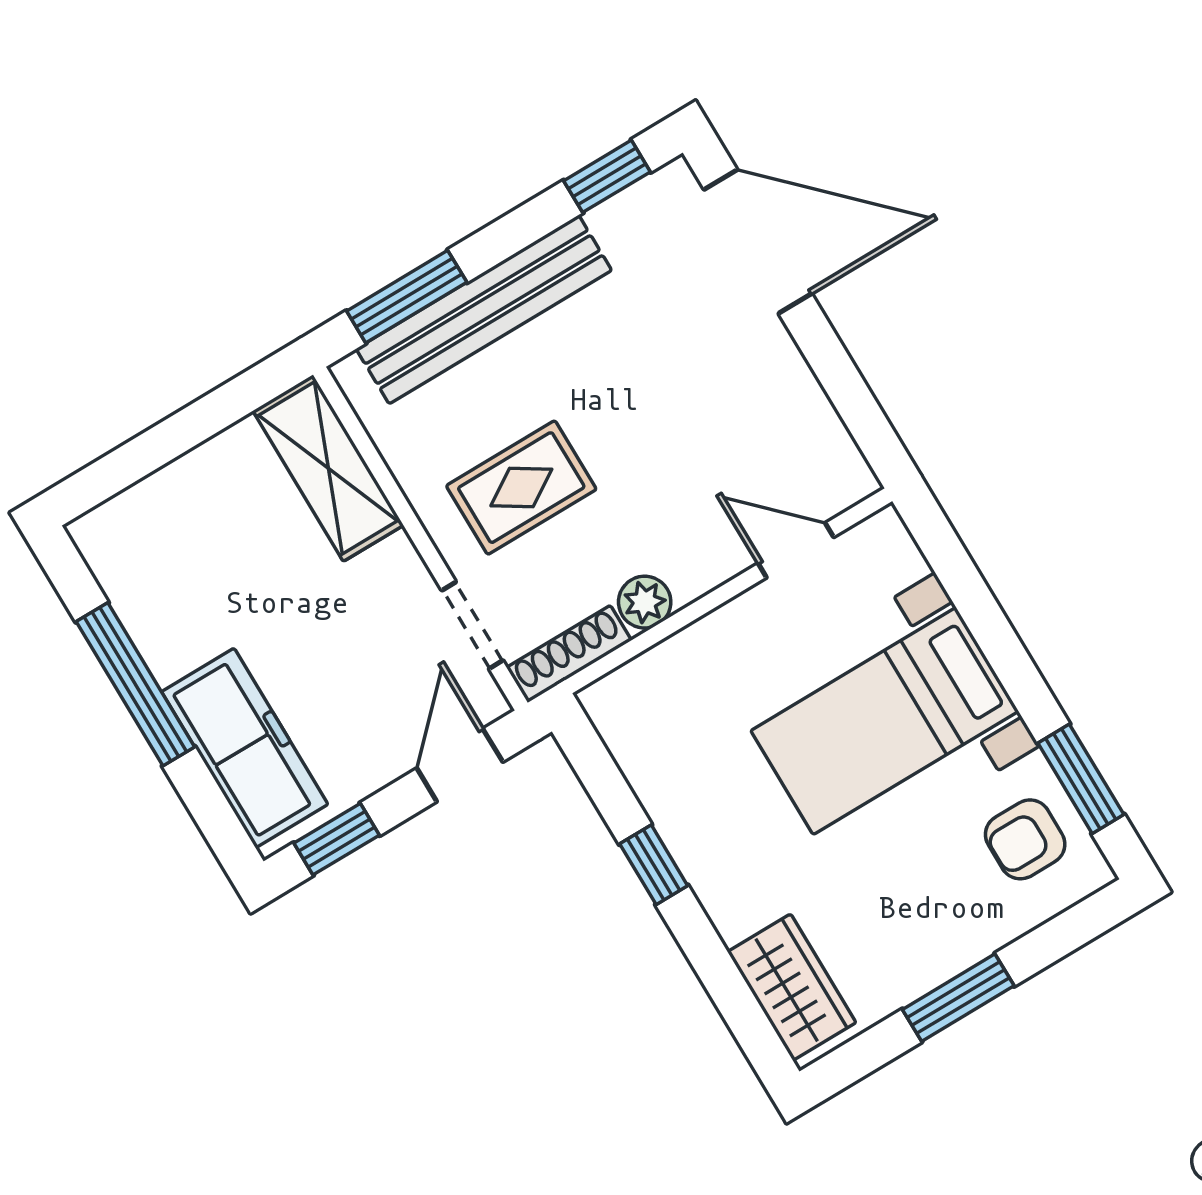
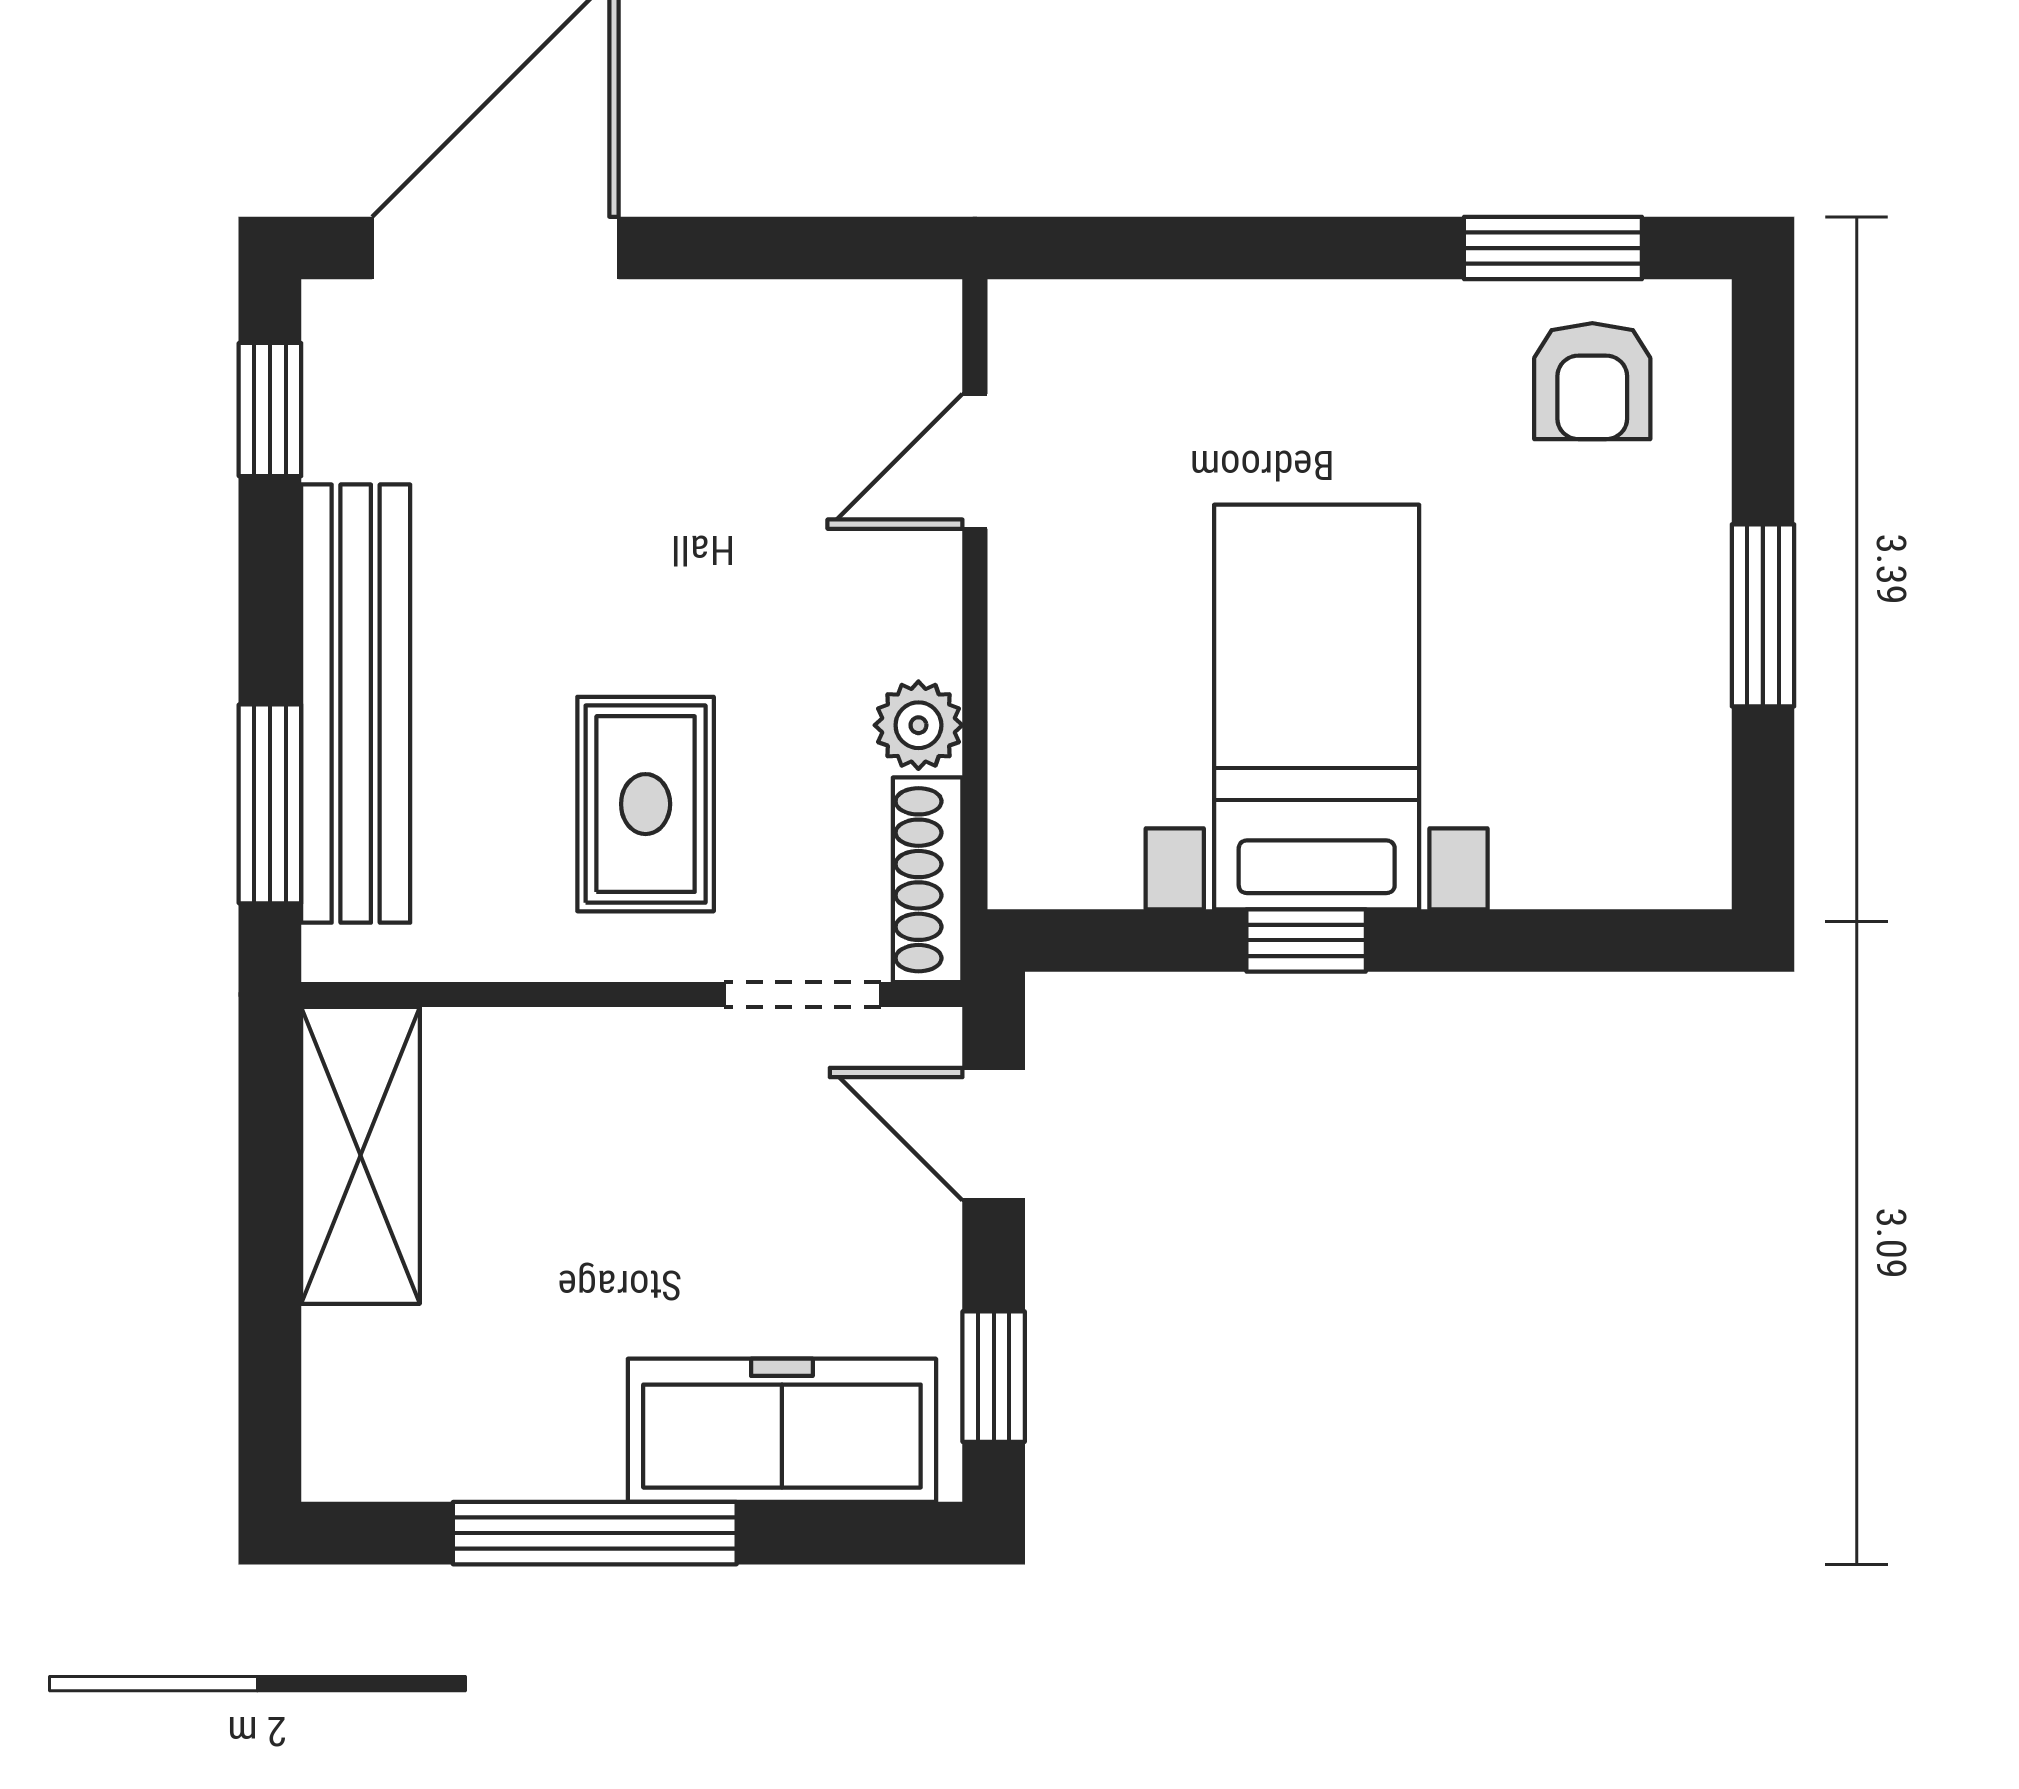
shelving: (328, 468) -> (360, 1155), moved, turned 90
bed with nightstands: (885, 721) -> (1317, 707), moved, turned 180
wardrobe: (792, 987) -> (1603, 847), removed

